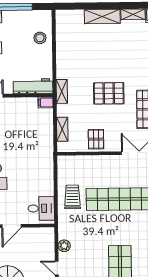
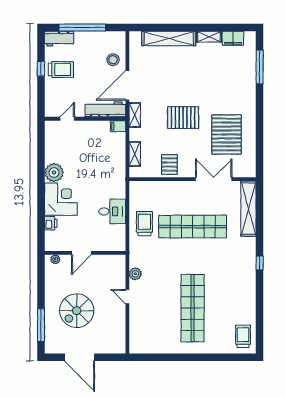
shelving: (102, 17) -> (169, 38), width x1.47
door: (54, 63) -> (127, 85), added
desk: (41, 208) -> (112, 211), moved

